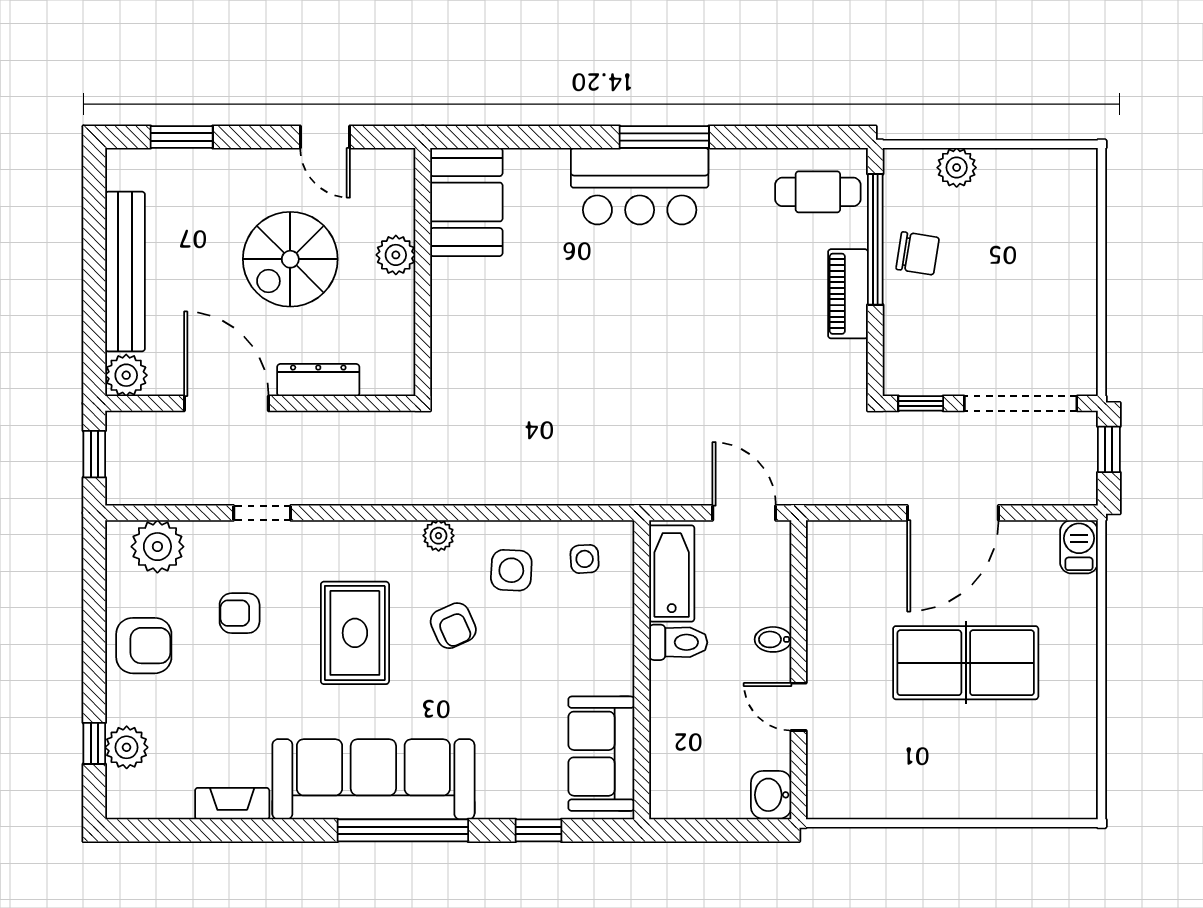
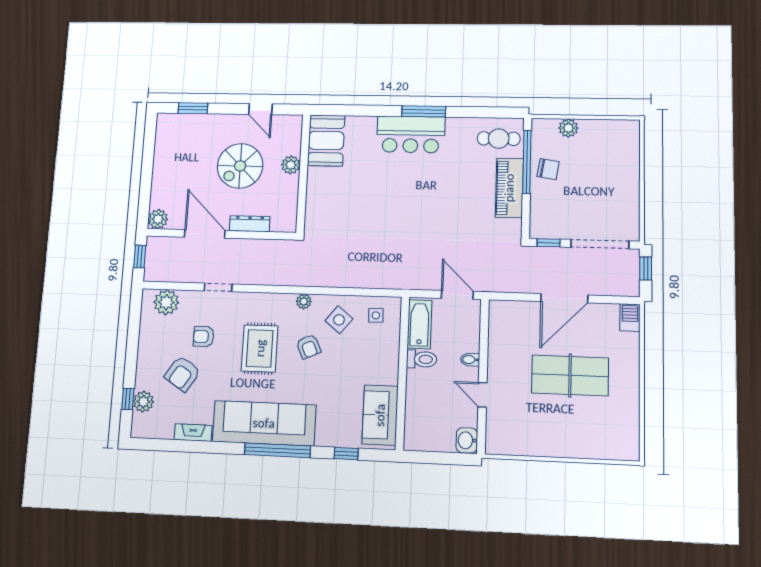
bench: (125, 272) -> (161, 170), removed
piano: (848, 294) -> (509, 188), width x1.37, depth x1.33
side table: (511, 570) -> (339, 320), turned 36
armchair: (144, 646) -> (182, 374), moved, turned 123

